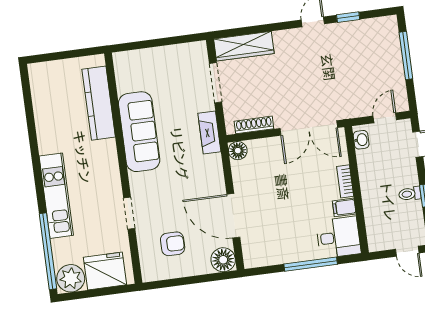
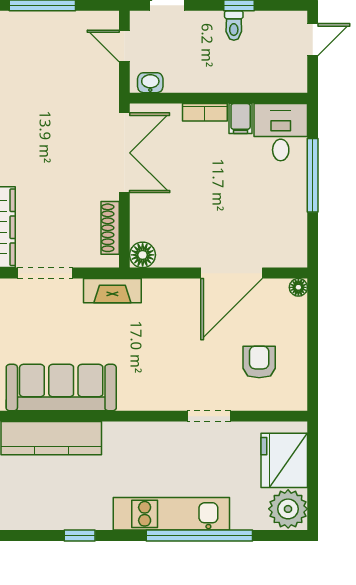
sofa: (139, 132) -> (61, 388), moved
window: (32, 133) -> (80, 535), added
window: (48, 251) -> (199, 535), moved
floor lamp: (223, 260) -> (298, 287), width x0.53, depth x0.53

